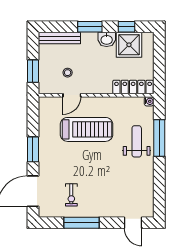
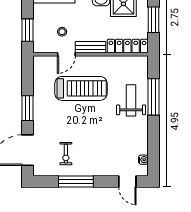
window: (159, 61) -> (154, 20), added
bench: (96, 88) -> (91, 47), added
water cooler: (149, 101) -> (143, 160), moved

